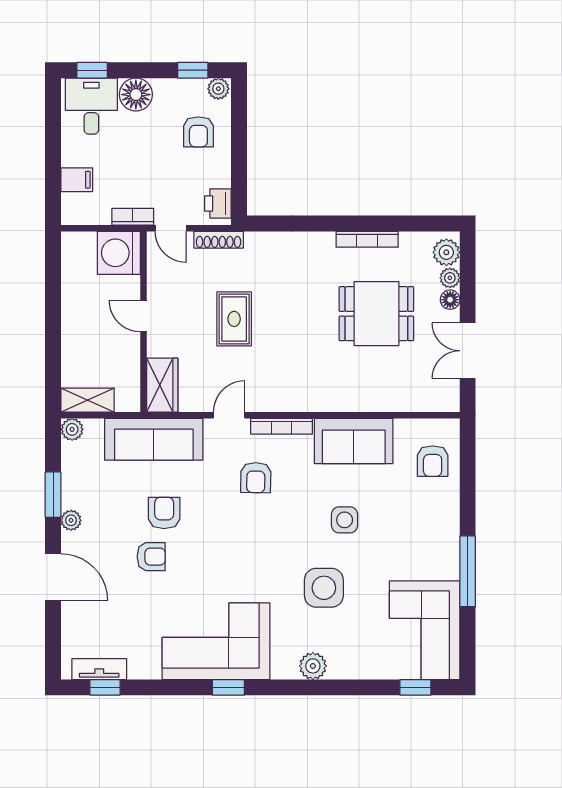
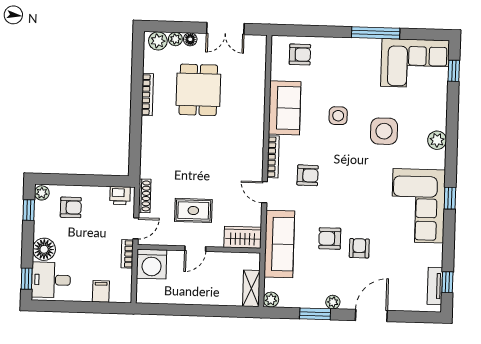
rug: (234, 319) -> (193, 210), moved

